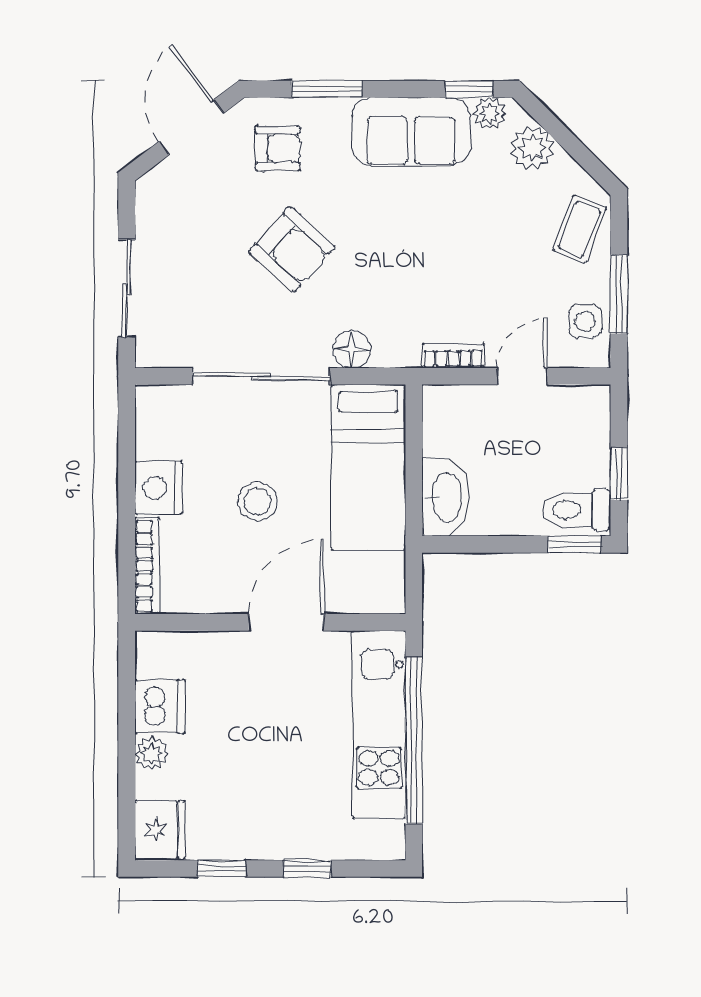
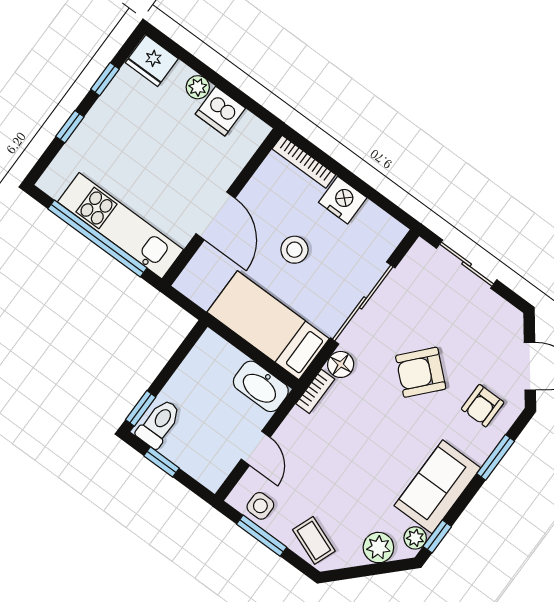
bookcase: (453, 356) -> (315, 391), moved
washbasin: (446, 497) -> (261, 386), moved

